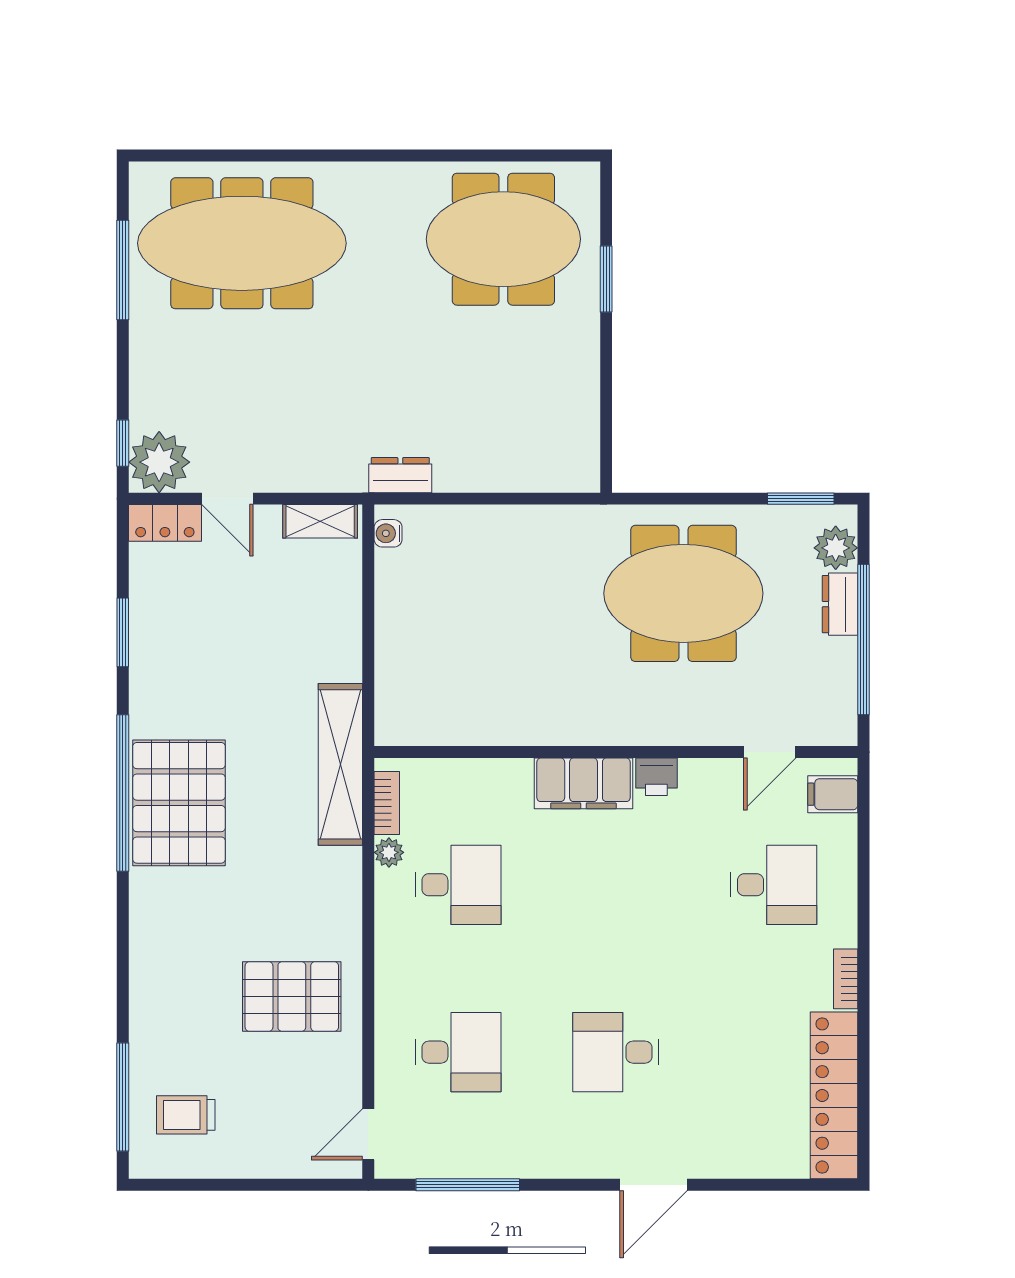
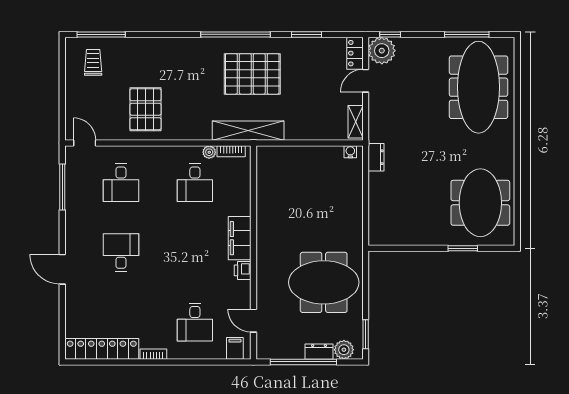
meeting table: (683, 593) -> (324, 282), turned 90
pallet: (179, 803) -> (252, 74), moved

